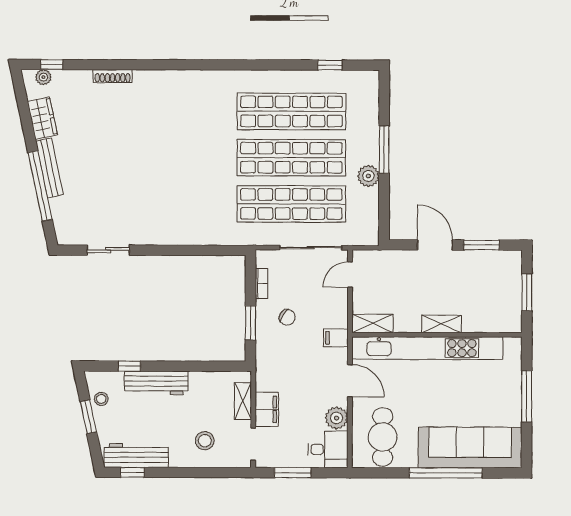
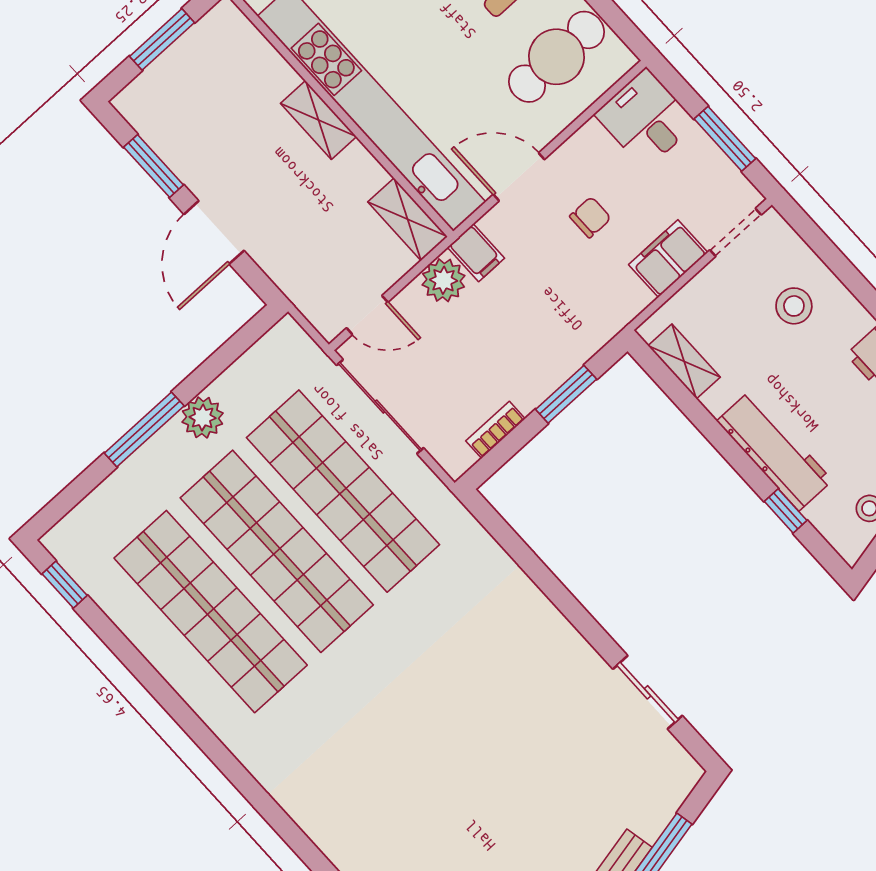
window: (330, 65) -> (65, 585), moved
chair: (287, 317) -> (590, 217), moved, turned 58
door: (350, 381) -> (519, 177), hinge flipped
shelving: (243, 401) -> (684, 361), moved, turned 90
plant: (337, 418) -> (444, 280), moved

